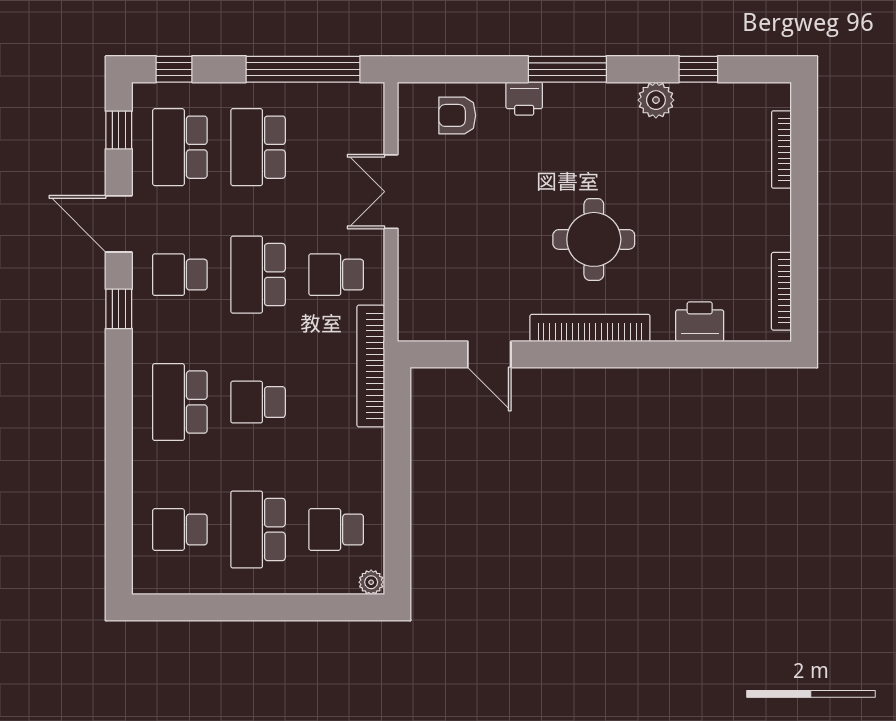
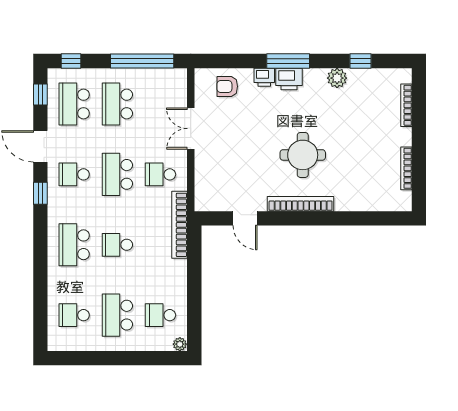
bookcase: (781, 291) -> (406, 168), moved
printer: (700, 322) -> (289, 79), moved, turned 180

